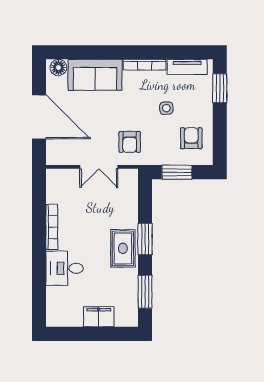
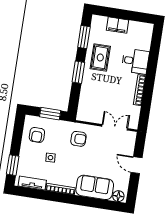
door: (39, 117) -> (137, 165), width x0.53
armchair: (130, 142) -> (78, 139), turned 90
double door: (99, 167) -> (115, 127), moved
rug: (123, 248) -> (100, 57), moved

